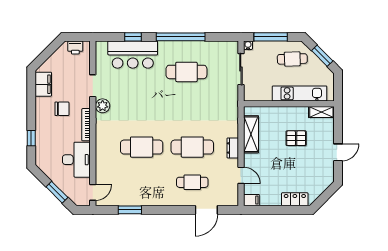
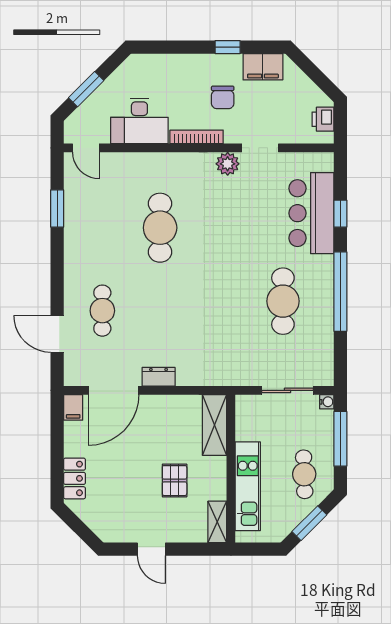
shelving: (251, 134) -> (215, 425), moved, turned 90
window: (31, 138) -> (228, 47), moved
cafe table: (192, 147) -> (160, 311), removed
door: (241, 175) -> (114, 390), width x1.88

